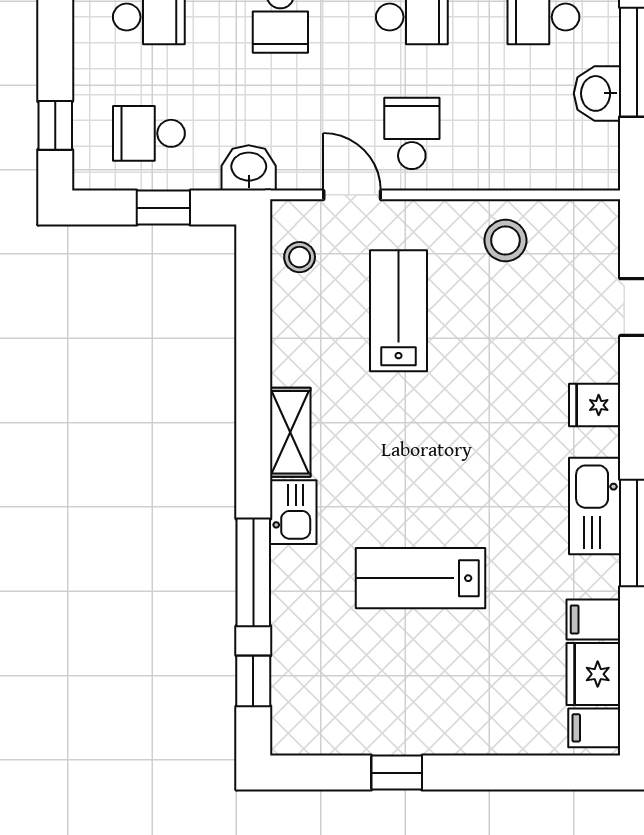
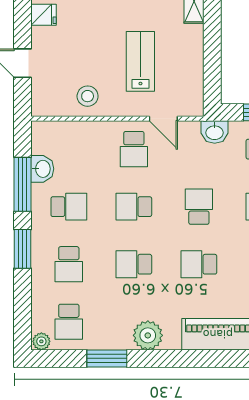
stool: (300, 257) -> (189, 88), removed
lab bench: (398, 311) -> (140, 61), turned 180

